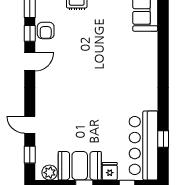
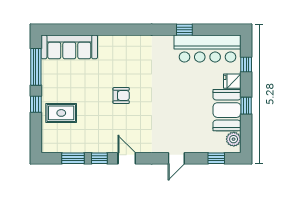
armchair: (46, 30) -> (121, 96), moved
door: (30, 125) -> (176, 158), moved
window: (163, 139) -> (184, 30), moved

